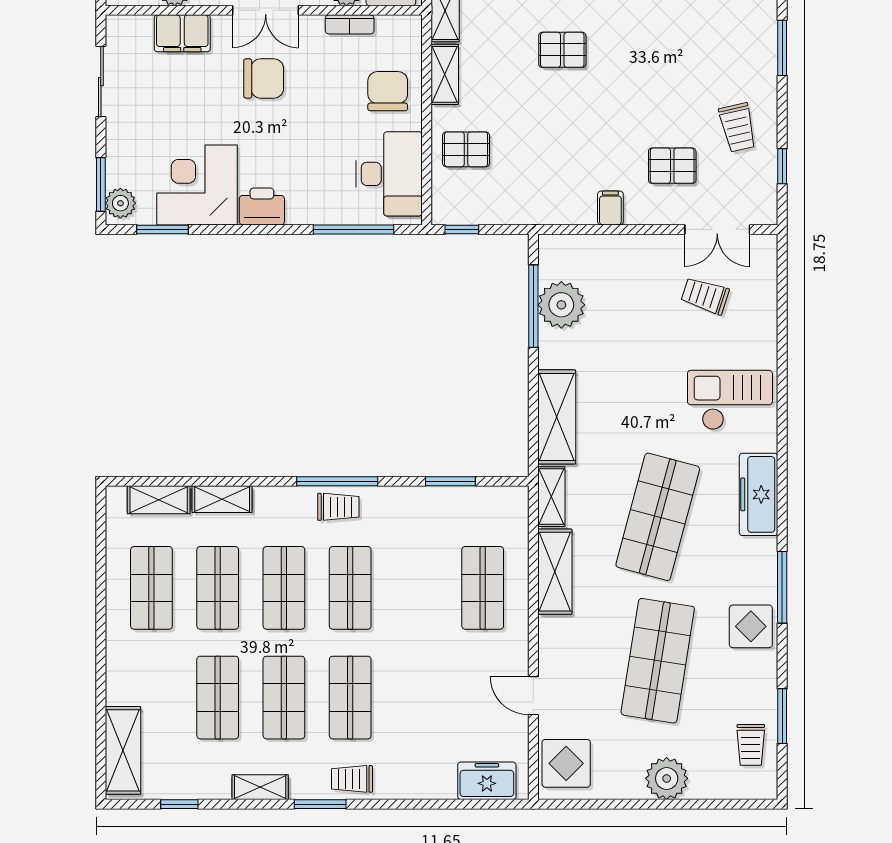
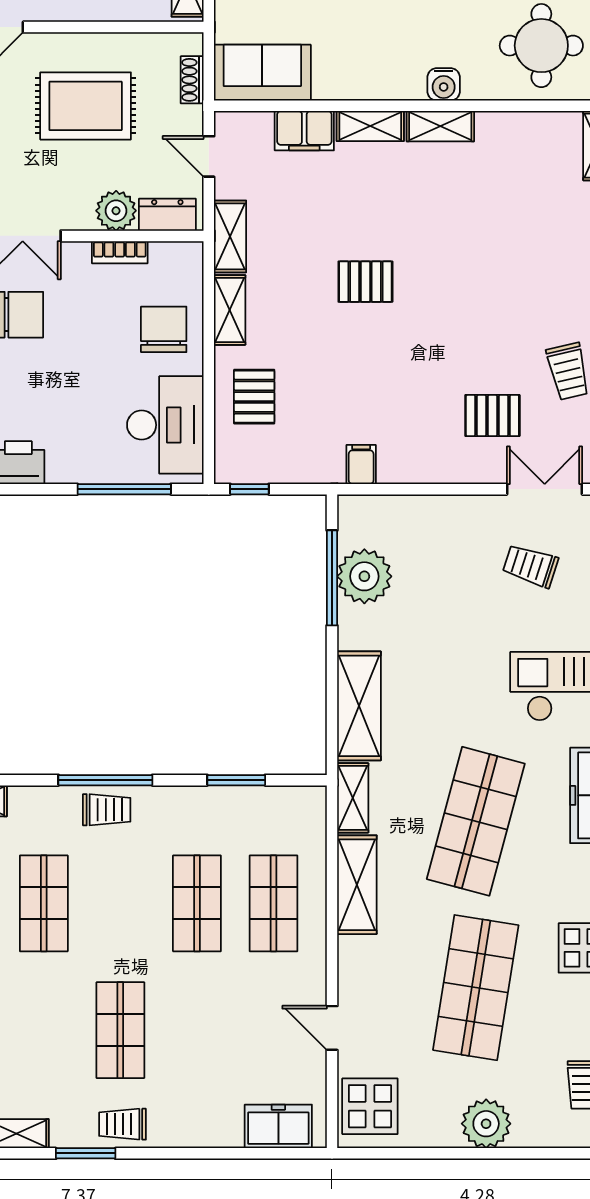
pallet: (466, 149) -> (254, 397), turned 90
filing cabinet: (610, 208) -> (361, 464), moved
double door: (717, 229) -> (545, 489), swing flipped
shop shelf: (350, 588) -> (197, 903), moved
shop shelf: (284, 698) -> (44, 1030), removed

